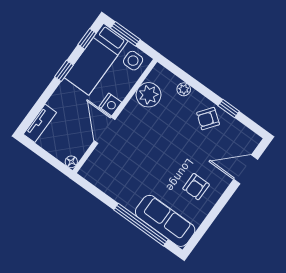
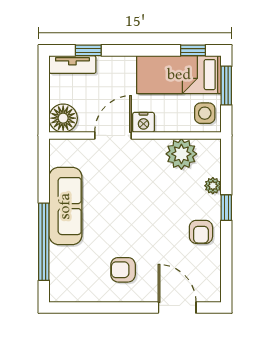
window: (64, 71) -> (88, 50), moved
window: (229, 109) -> (226, 208), moved
armchair: (208, 119) -> (201, 232), turned -127
floor lamp: (71, 162) -> (63, 118), width x1.89, depth x1.89
sofa: (165, 221) -> (65, 206), moved

